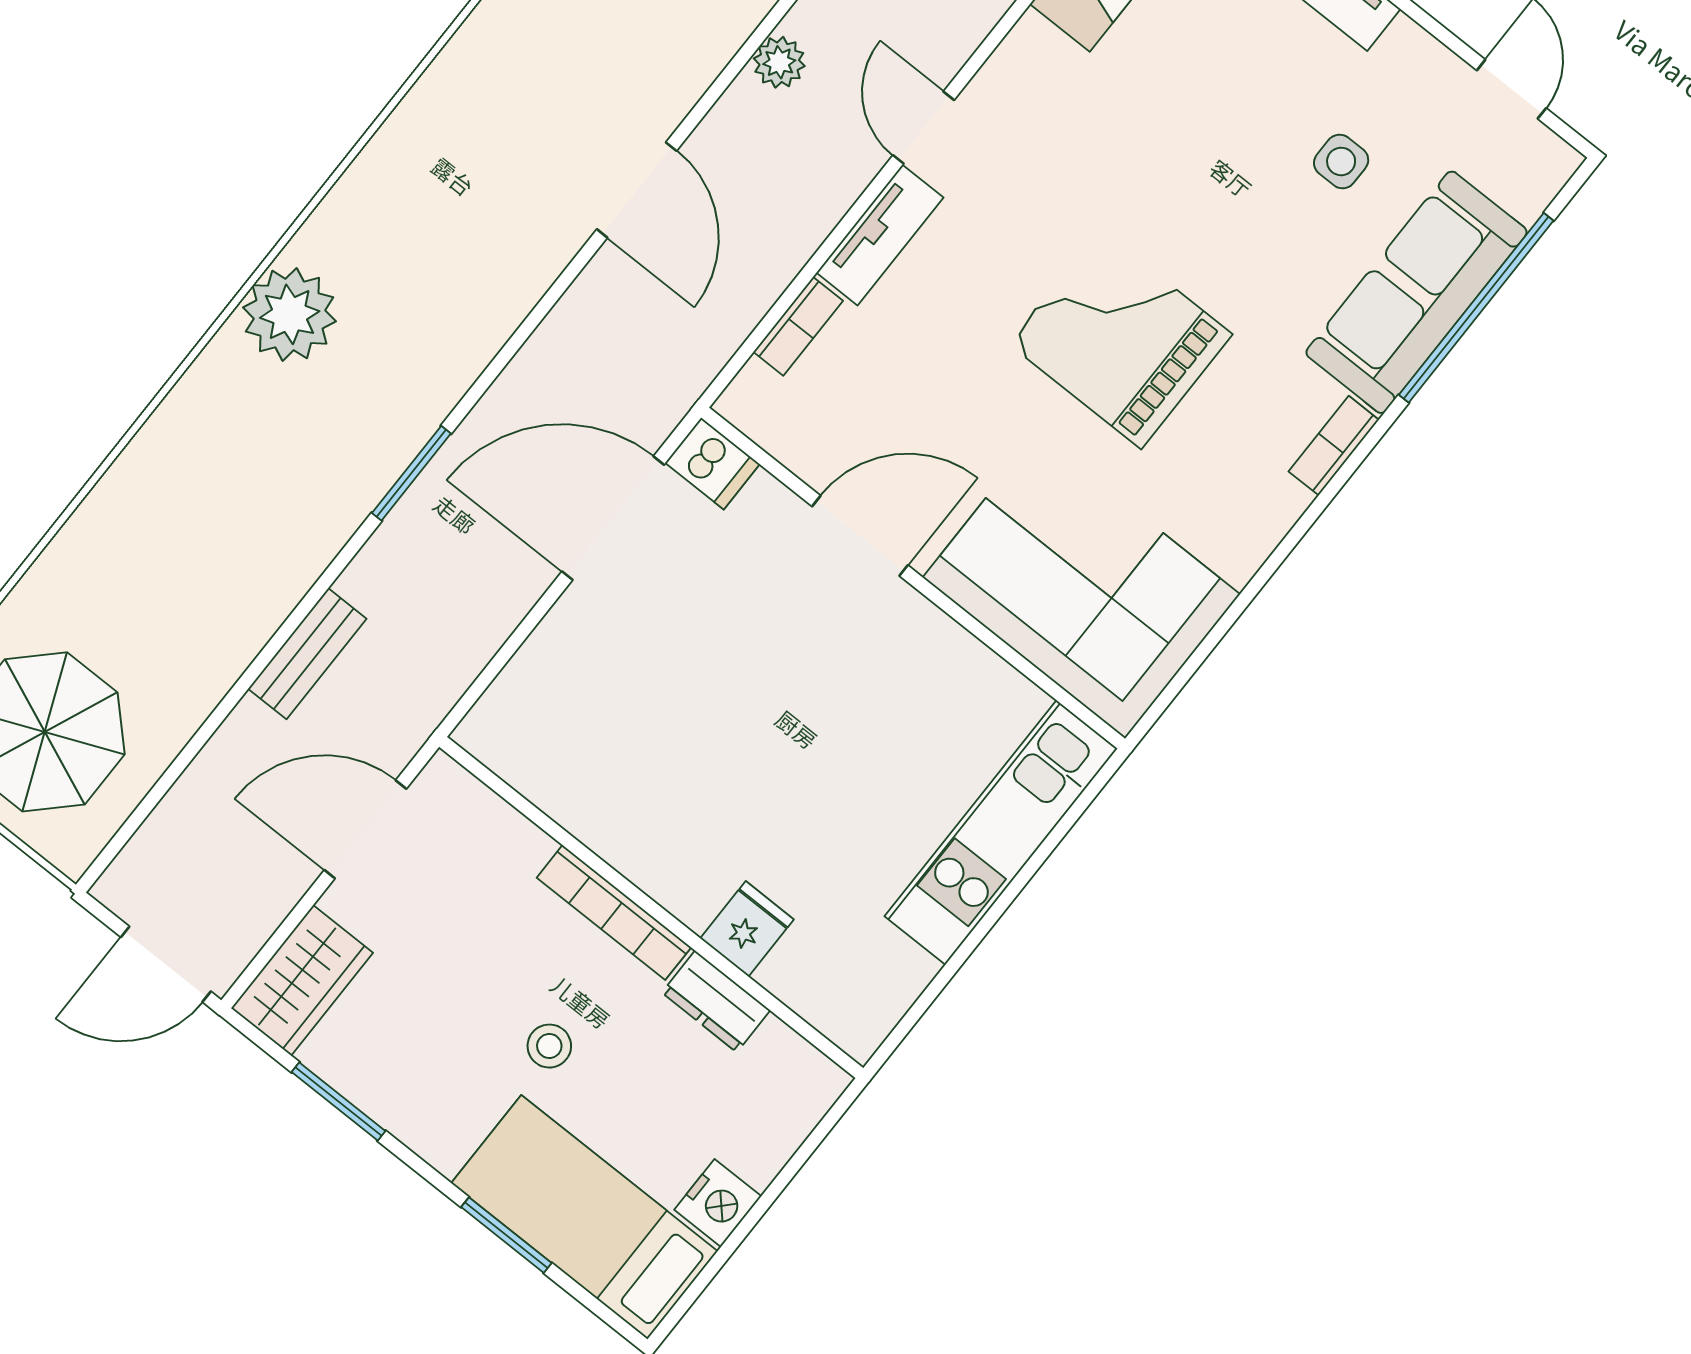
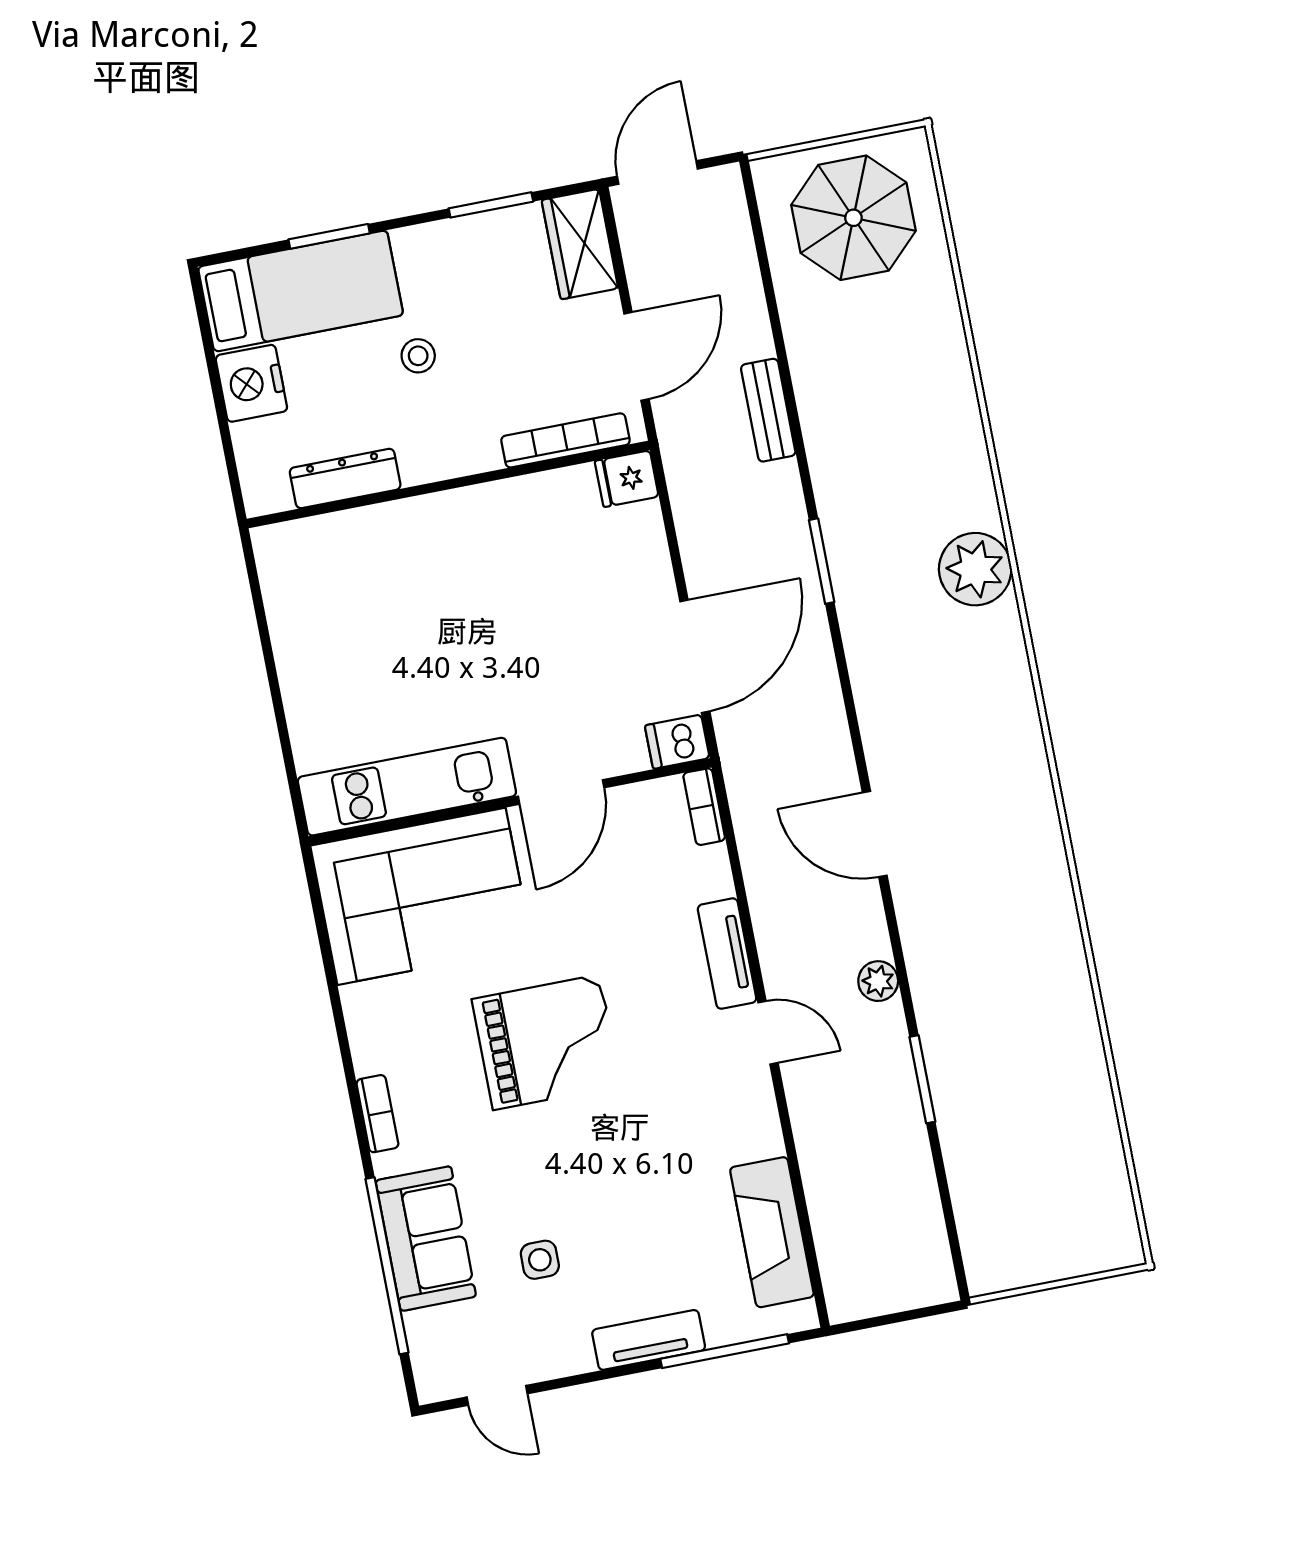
sofa: (1416, 292) -> (426, 1239), width x0.73
bookcase: (798, 326) -> (704, 807), moved
kitchen unit: (1001, 833) -> (407, 787), moved, turned -90
bookcase: (614, 913) -> (565, 440), moved
fridge: (747, 929) -> (627, 479), moved, turned 90
dresser: (716, 1001) -> (345, 479), width x1.44
nightstand: (718, 1203) -> (251, 383), width x1.36, depth x1.33

